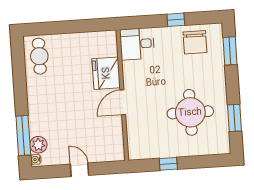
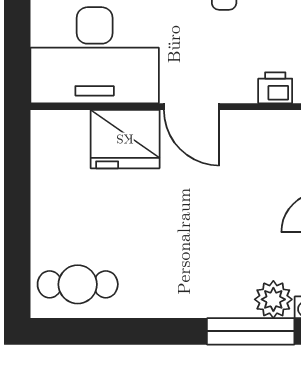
desk: (137, 44) -> (95, 55), width x1.87, depth x1.30
printer: (134, 139) -> (275, 88), added

